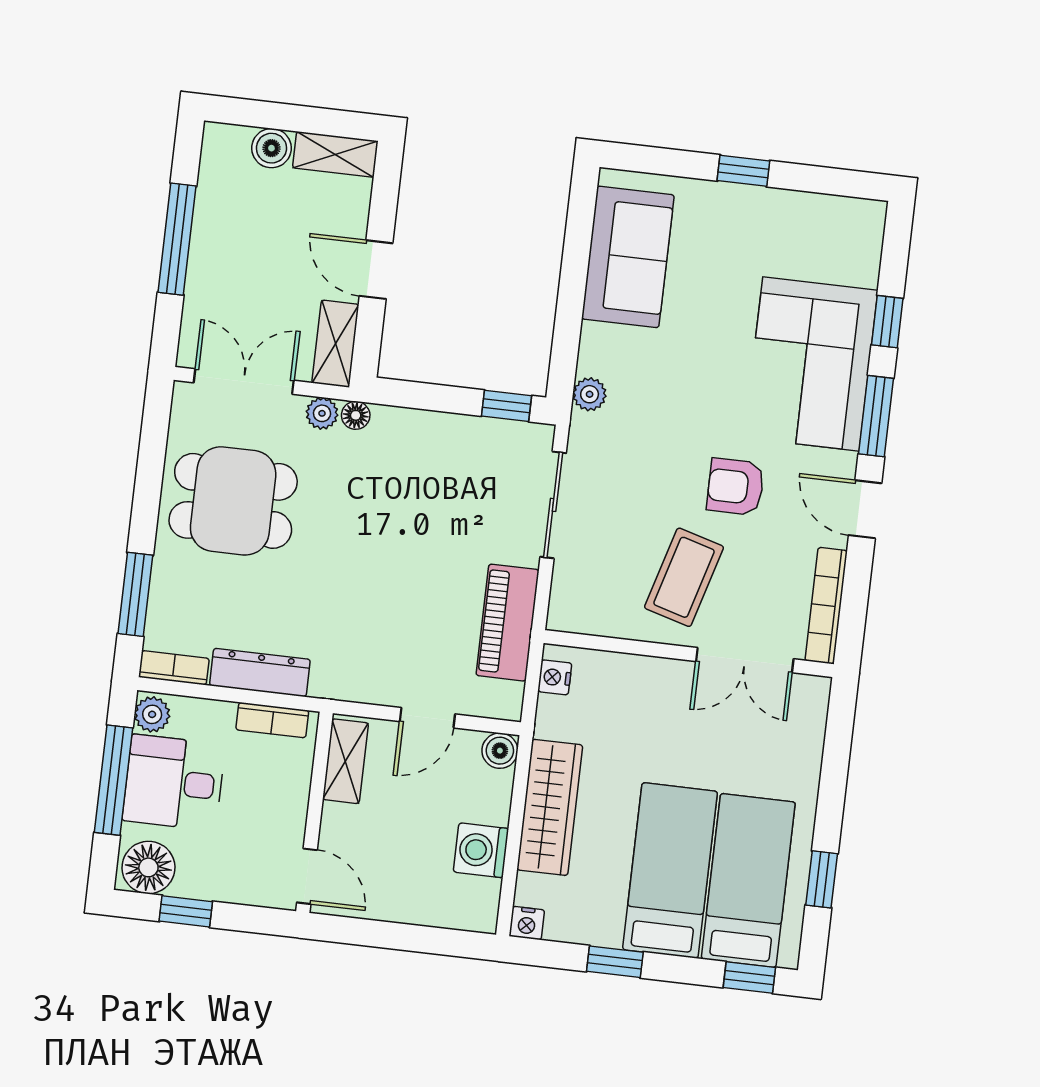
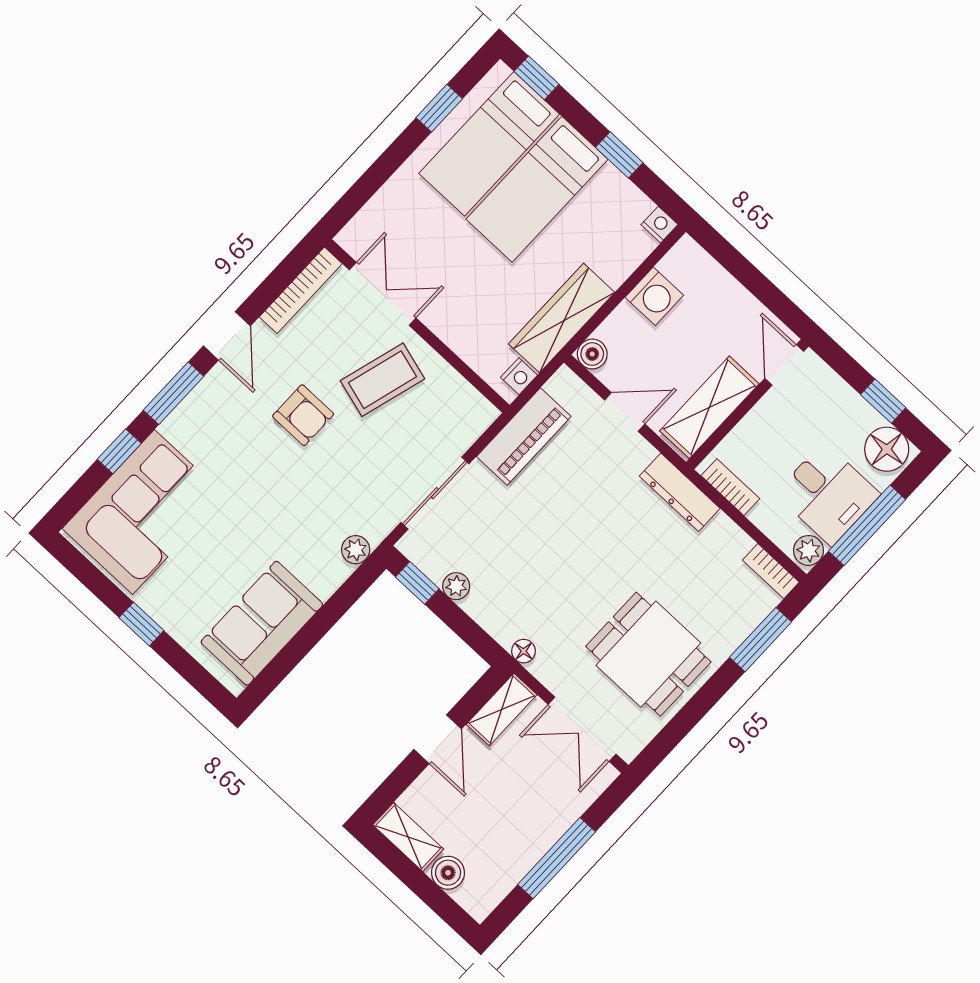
corner sofa: (811, 364) -> (143, 512), moved
plant: (322, 413) -> (456, 586), moved
dresser: (260, 672) -> (680, 492), moved
shelving: (345, 761) -> (709, 407), width x1.50, depth x1.33
wardrobe: (550, 807) -> (562, 318), moved

